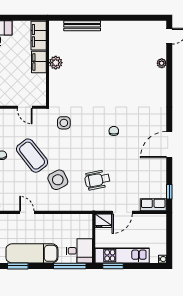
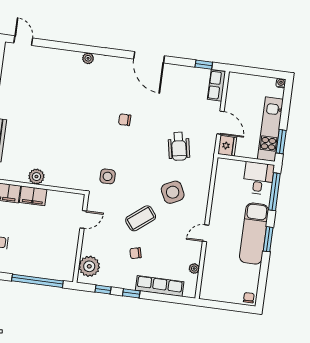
plant: (162, 63) -> (88, 58), moved
coffee table: (32, 156) -> (141, 218), width x0.73, depth x0.76
window: (18, 266) -> (268, 239), moved

